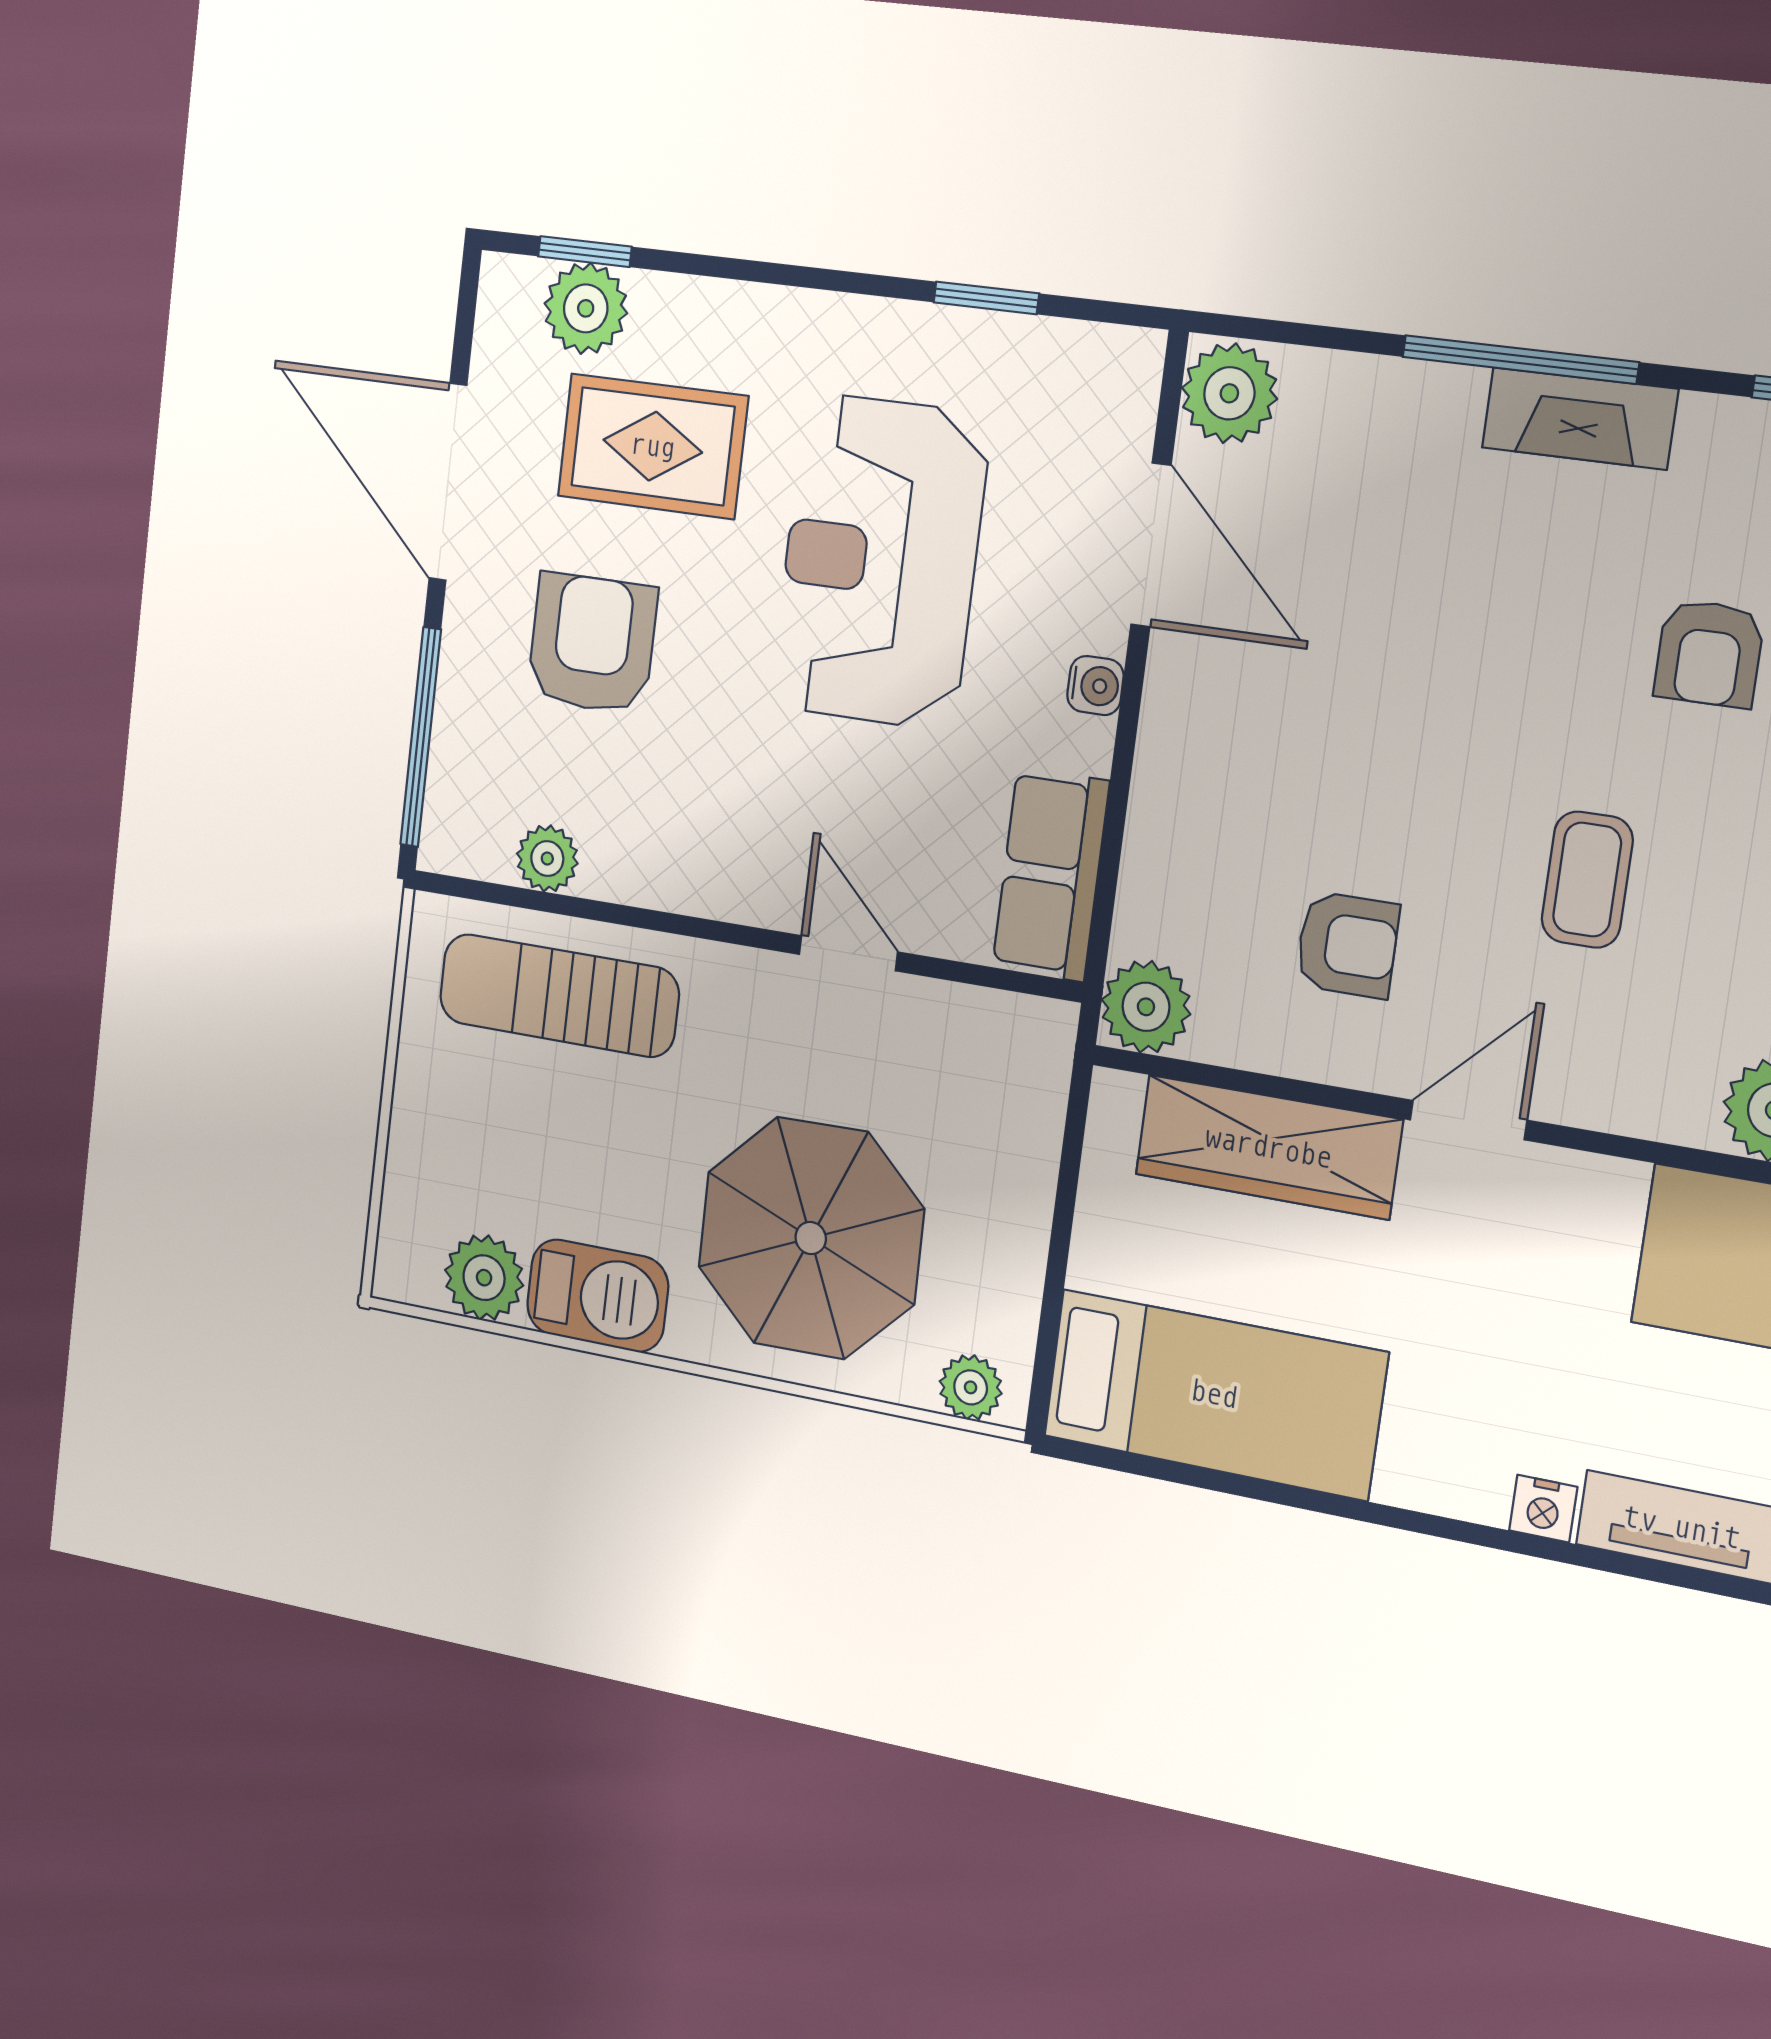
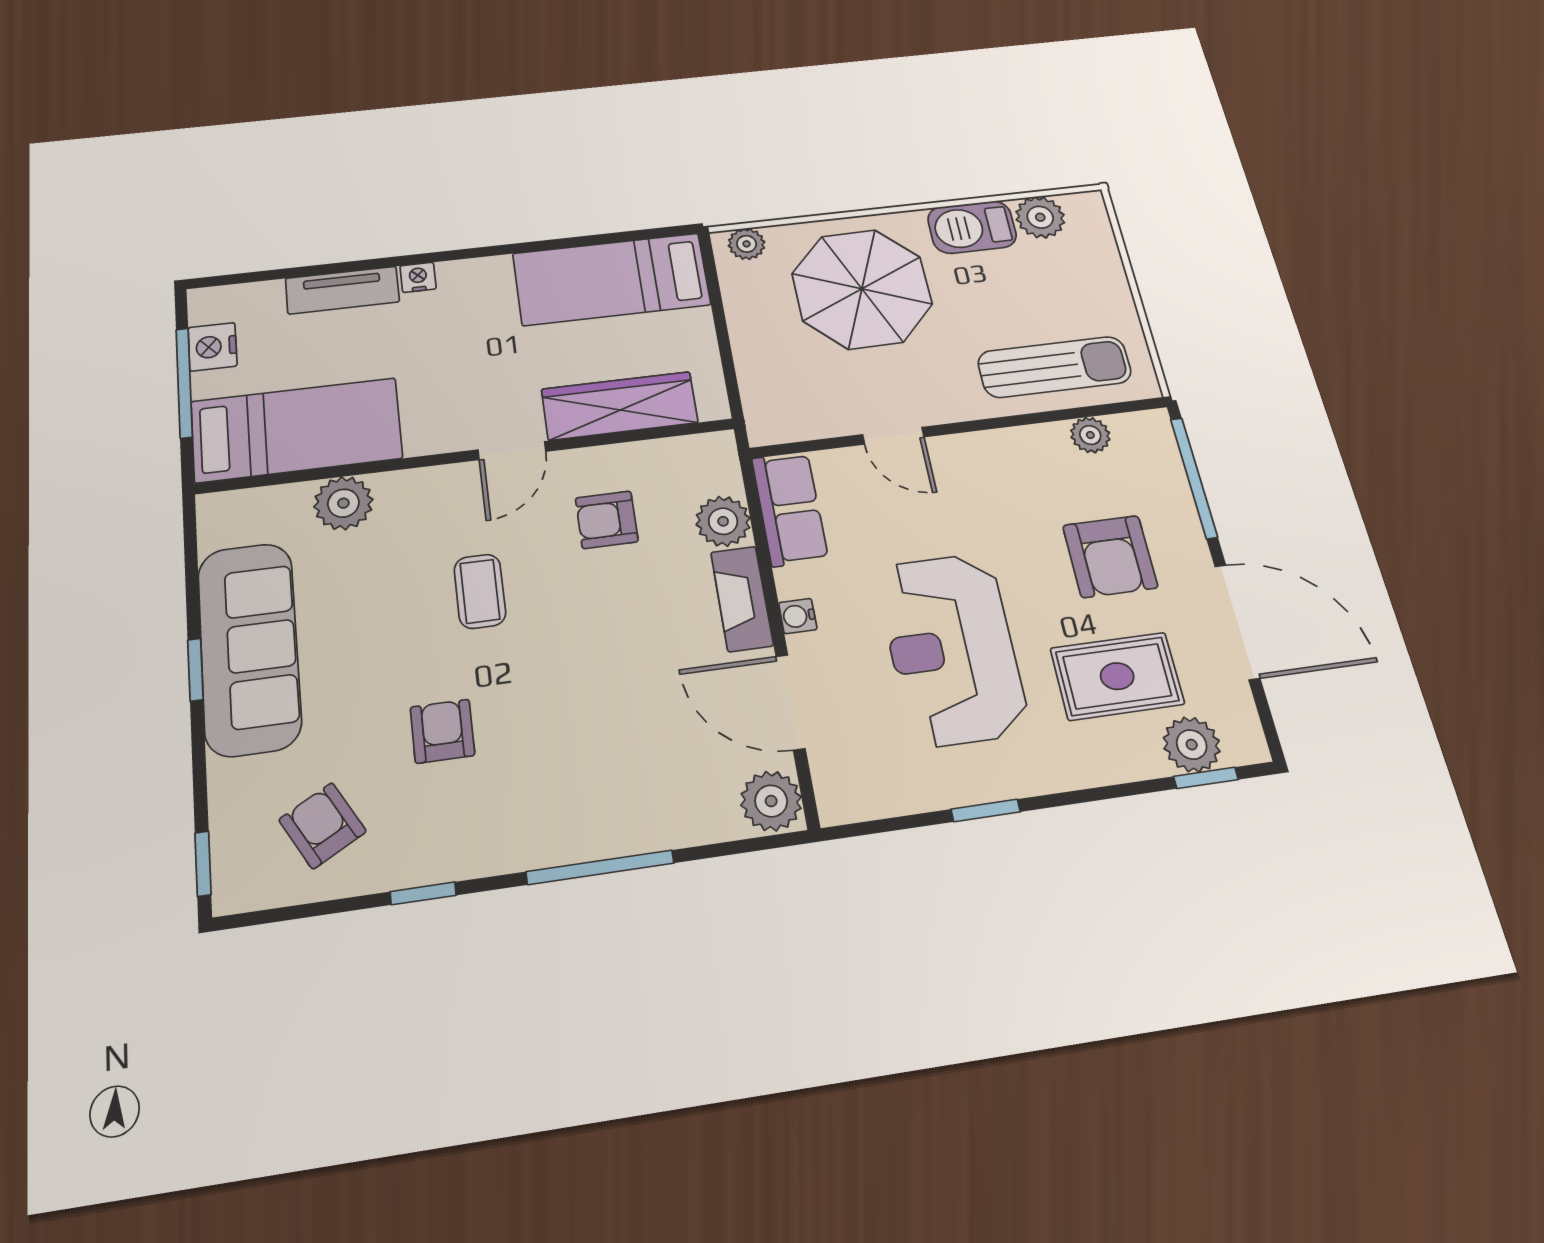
window: (986, 298) -> (986, 810), moved
fireplace: (1580, 418) -> (742, 599), moved, turned -90
reception desk: (880, 562) -> (952, 649), turned 180
plant: (1146, 1007) -> (723, 521), moved

